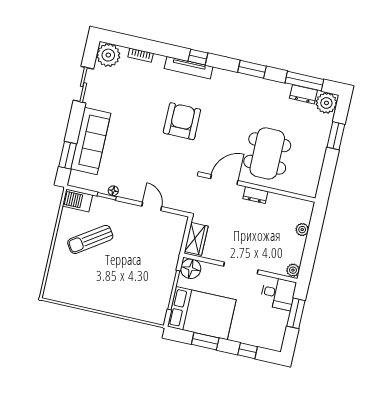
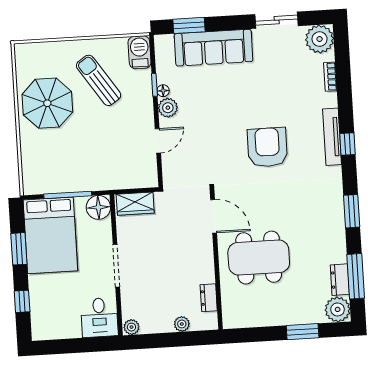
armchair: (182, 121) -> (267, 147), turned -90
plant: (128, 191) -> (168, 108), added
dresser: (255, 195) -> (209, 298), moved
parasol: (96, 285) -> (47, 103), added
window: (296, 313) -> (82, 345), removed

